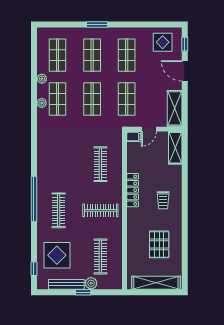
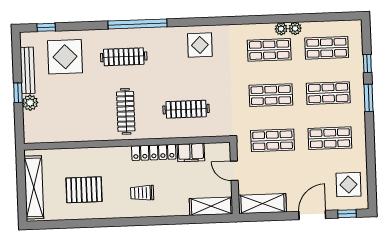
window: (71, 24) -> (367, 63), added
plant: (42, 103) -> (281, 29), moved
filing cabinet: (134, 137) -> (191, 153), moved, width x2.00
display table: (52, 152) -> (200, 45), added
clothes rail: (100, 256) -> (65, 114), removed

